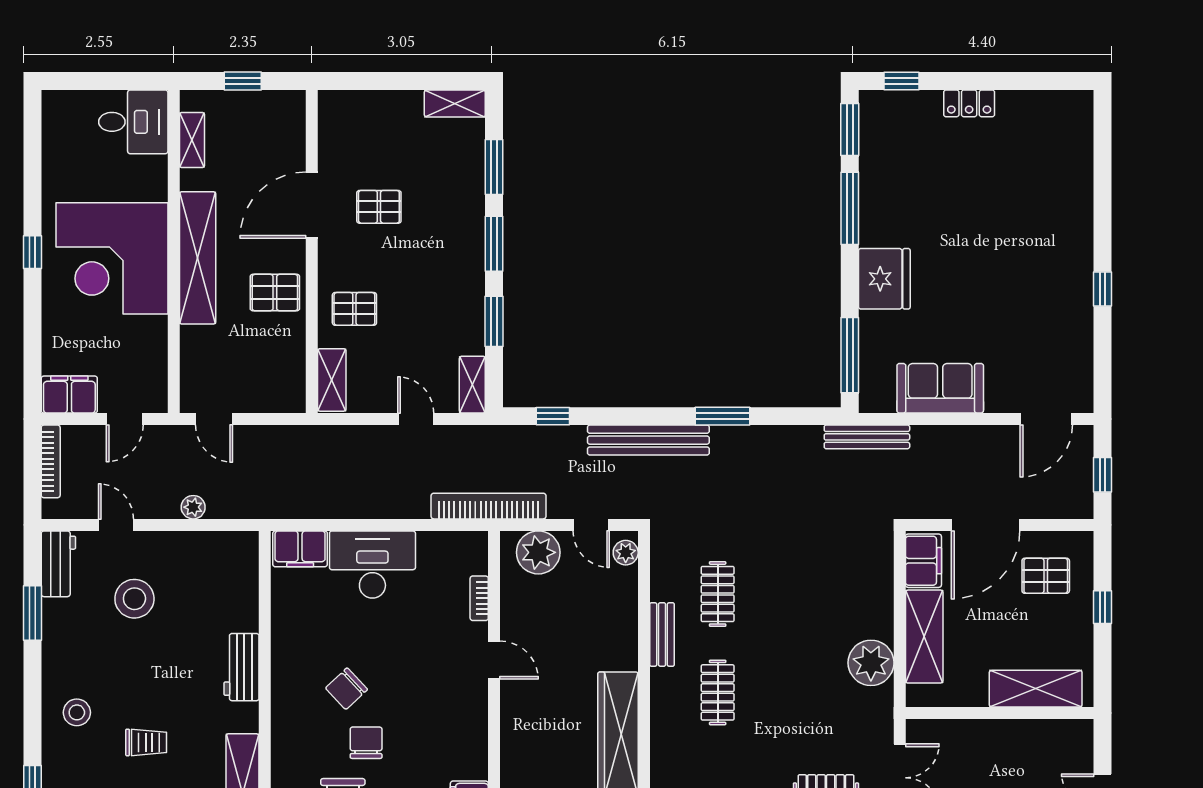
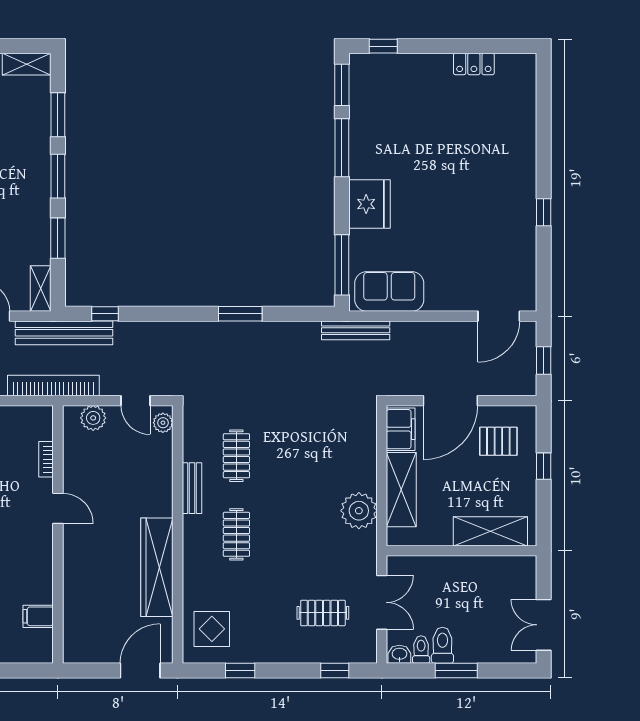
locker: (969, 103) -> (474, 64), moved
sofa: (940, 388) -> (389, 291), moved
bench: (648, 440) -> (64, 333), moved
plant: (538, 552) -> (93, 418), width x0.73, depth x0.73

